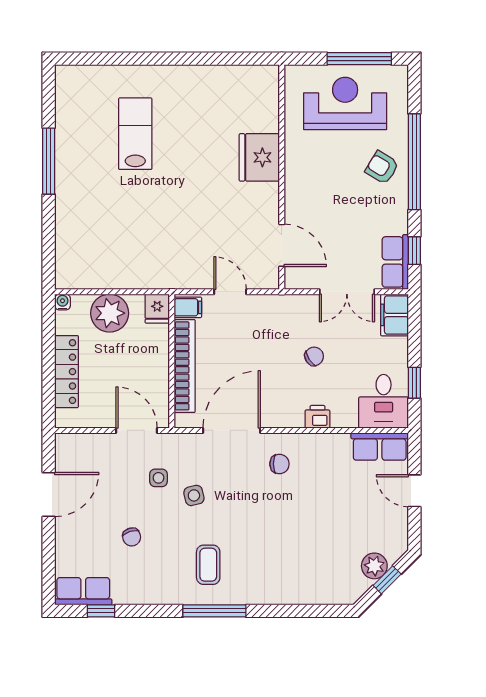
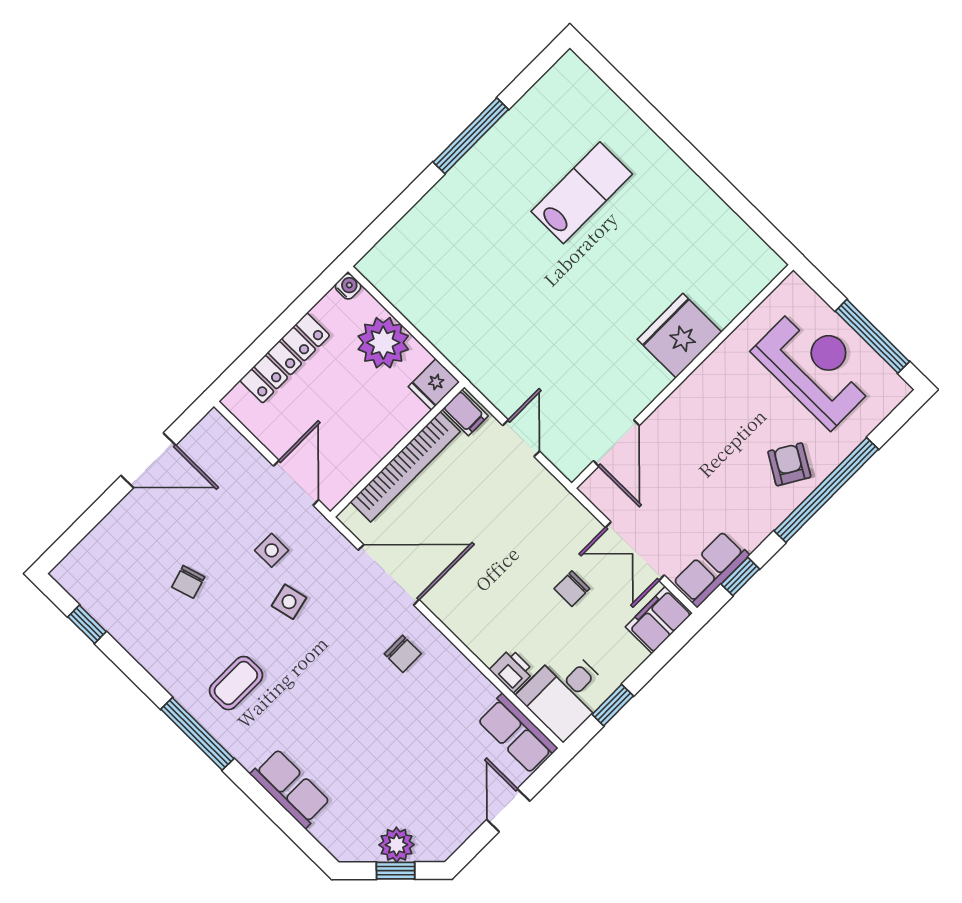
chair: (314, 356) -> (572, 589), moved, turned 122
printer: (317, 417) -> (512, 671), moved
row of seats: (83, 591) -> (290, 788), moved

